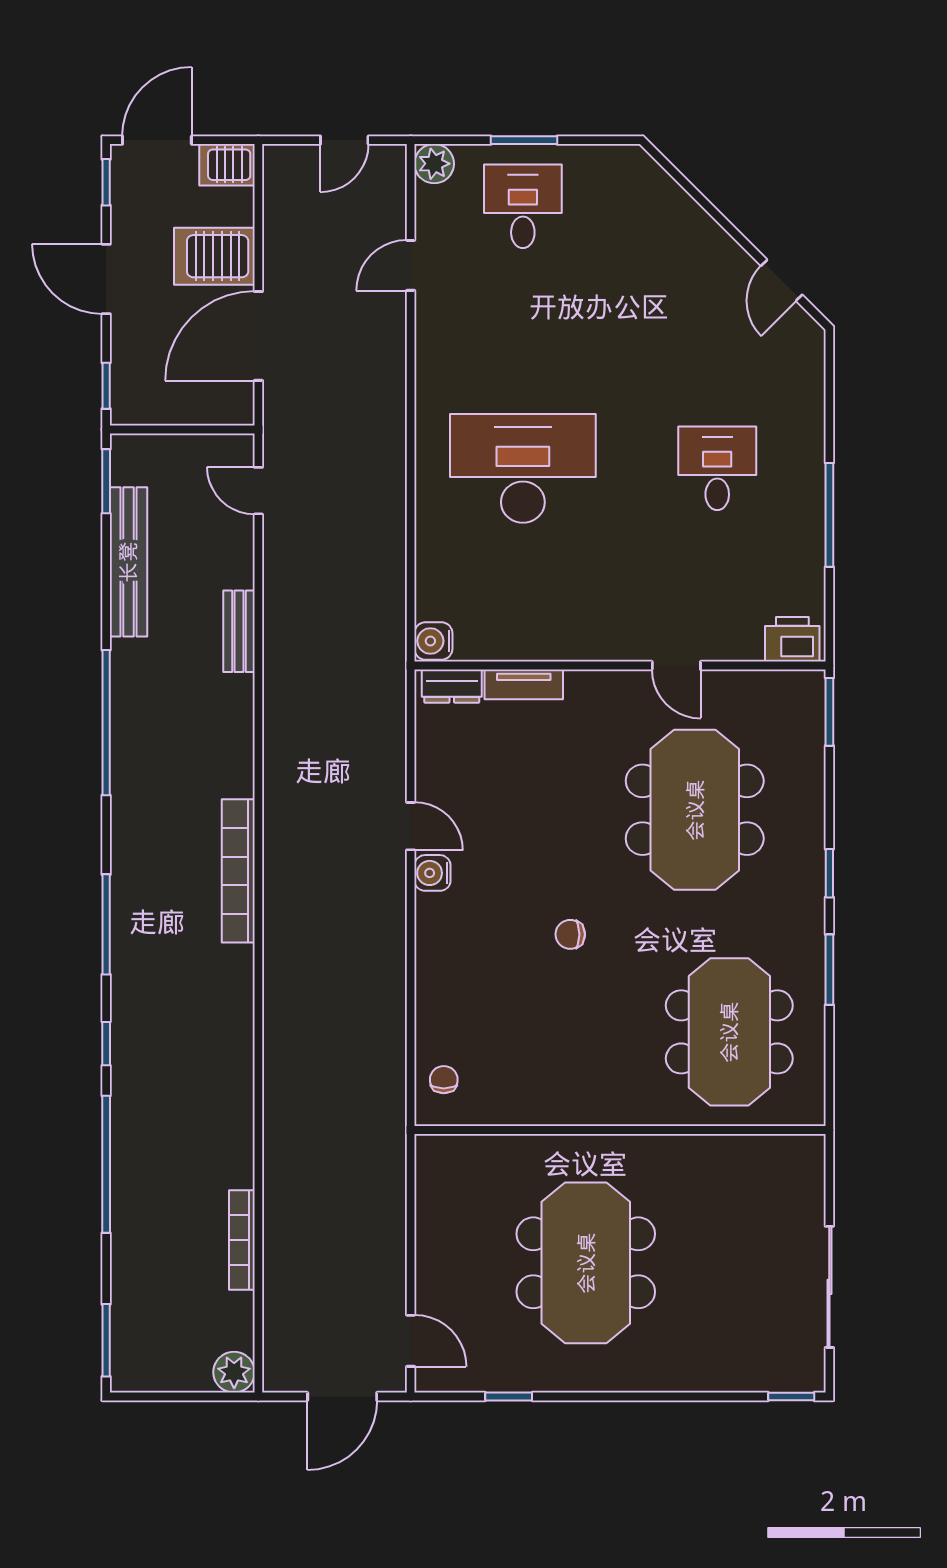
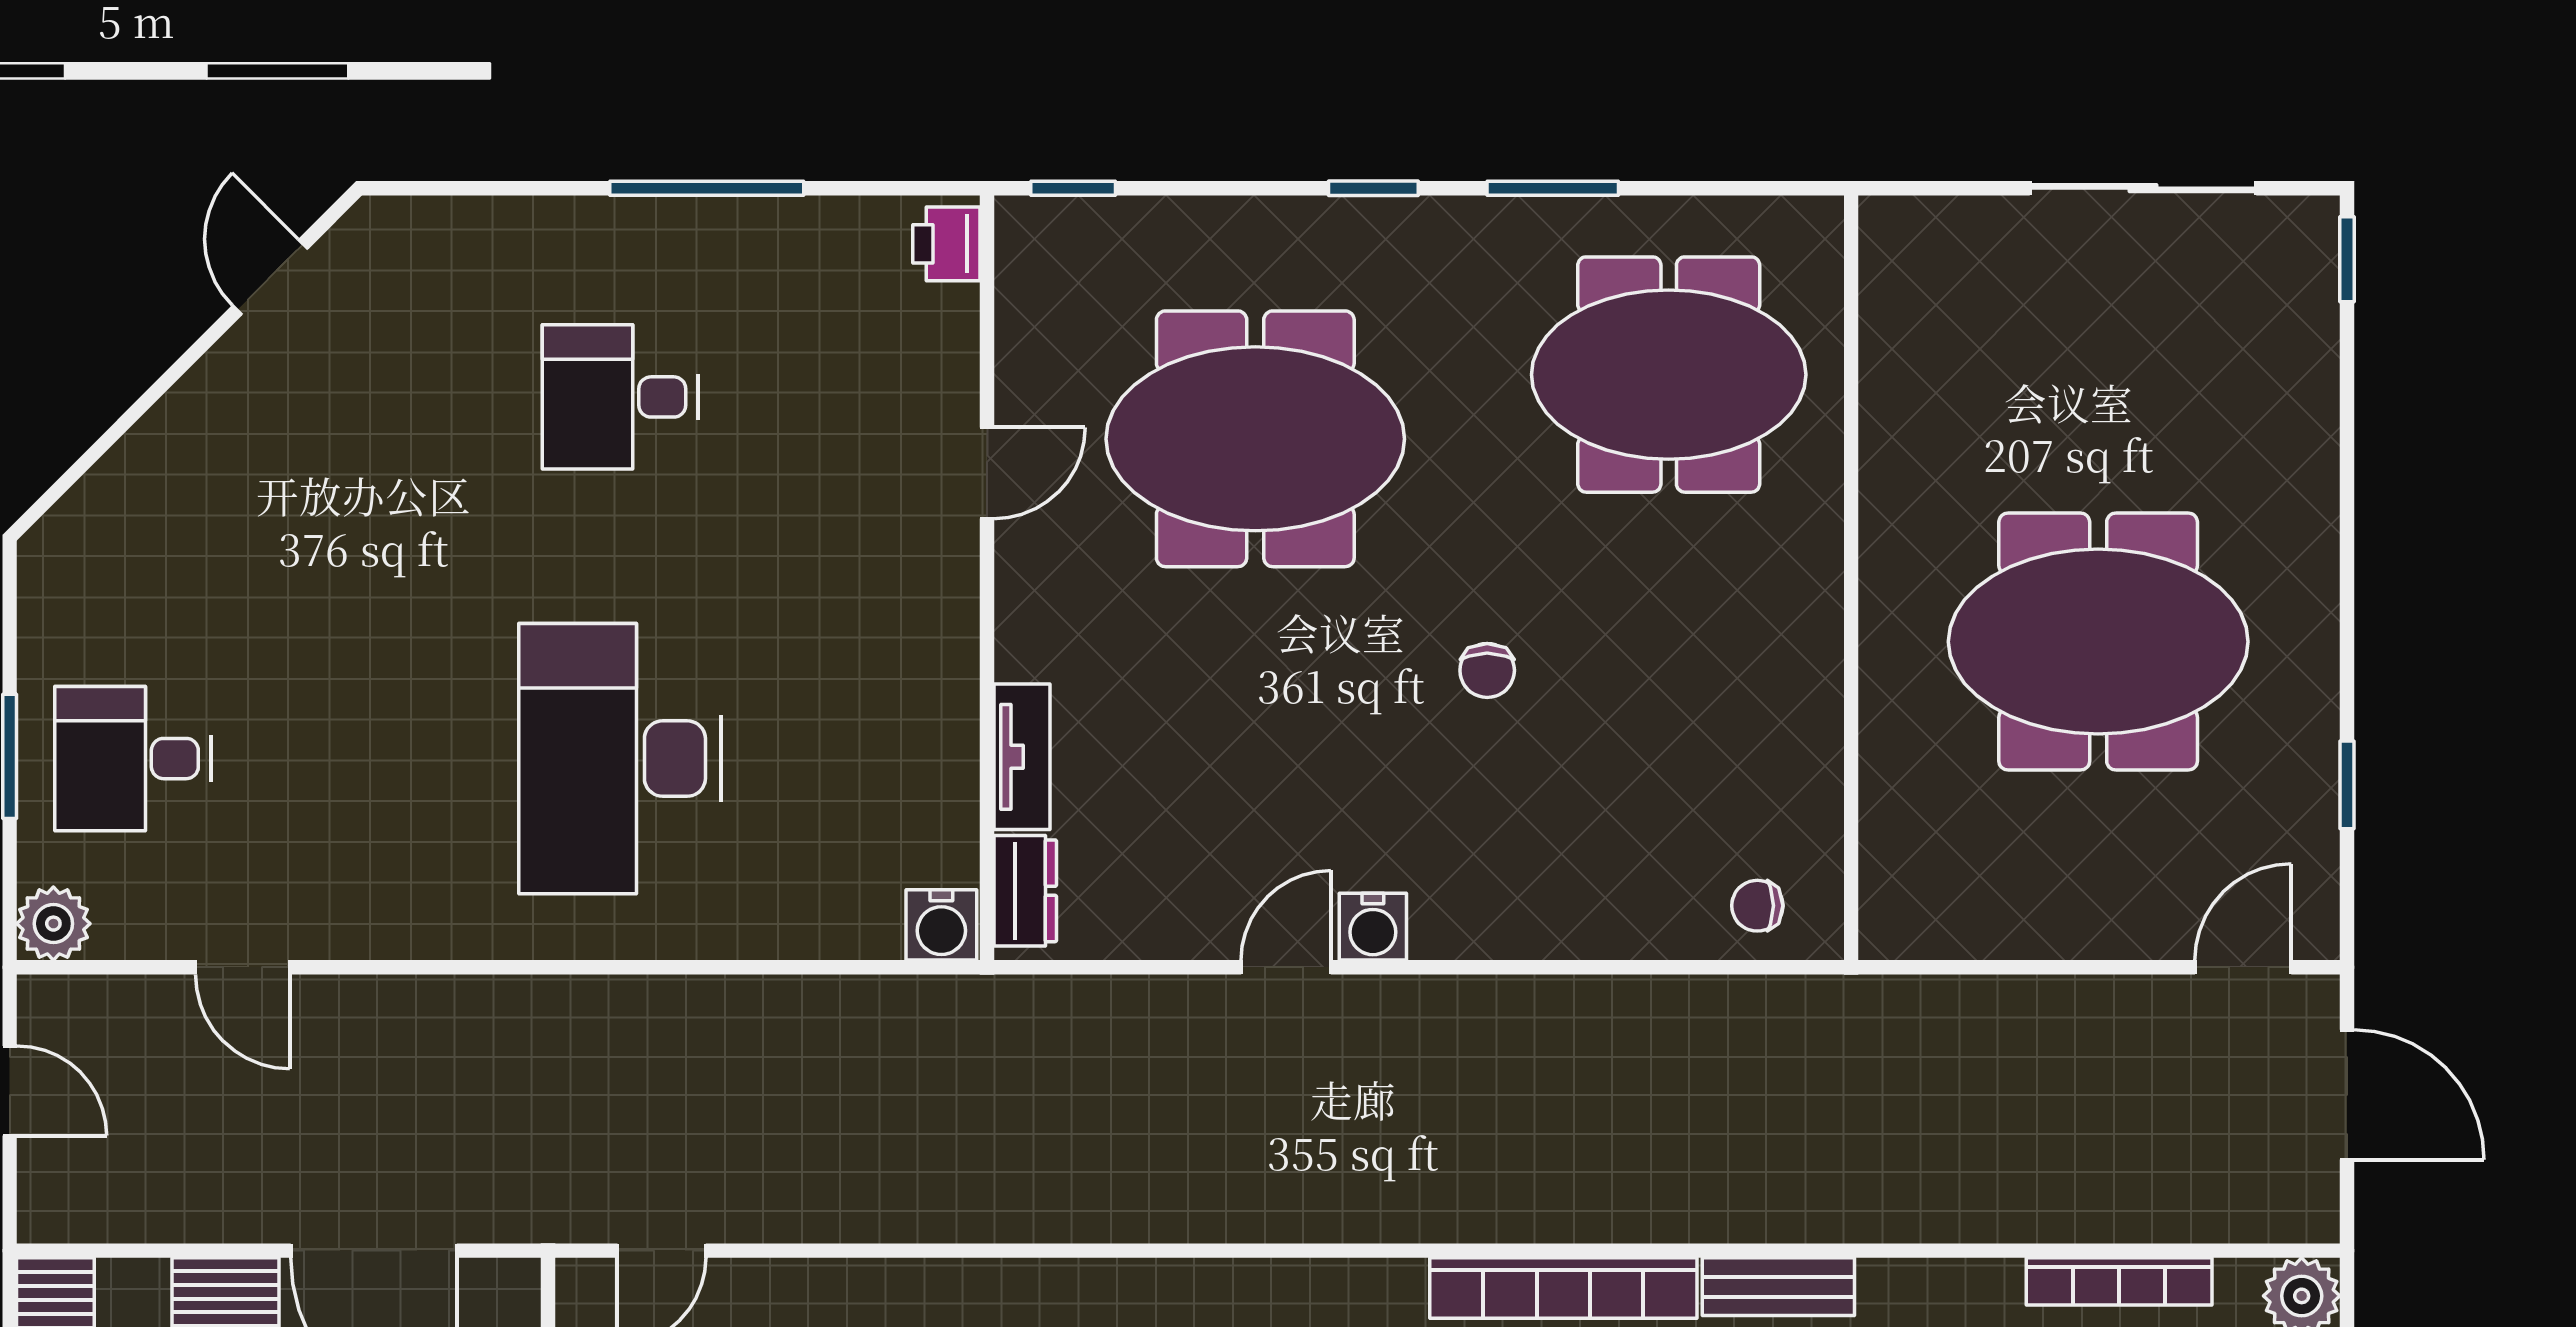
door: (782, 280) -> (270, 277), swing flipped
bench: (239, 631) -> (1778, 1287), moved
printer: (792, 639) -> (946, 244), width x0.73, depth x0.81
window: (829, 712) -> (1073, 188), width x0.67
bookcase: (238, 871) -> (1563, 1288), moved
bookcase: (242, 1240) -> (2119, 1281), moved

